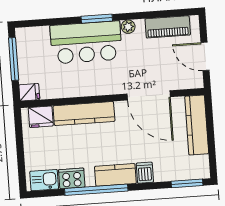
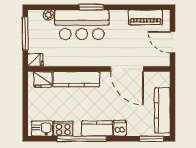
plant: (128, 27) -> (49, 15), moved
kitchen counter: (197, 125) -> (162, 110), moved

